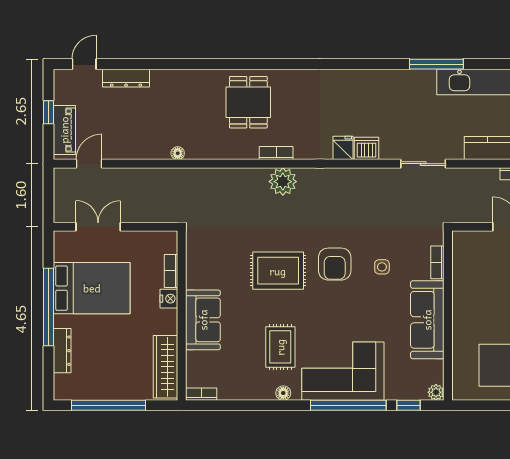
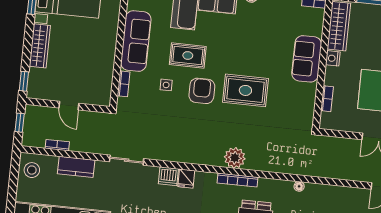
floor lamp: (178, 153) -> (299, 186), moved
bookcase: (276, 153) -> (238, 180), width x1.56
nightstand: (169, 299) -> (333, 58), moved
rug: (280, 347) -> (188, 55), moved, turned 90

